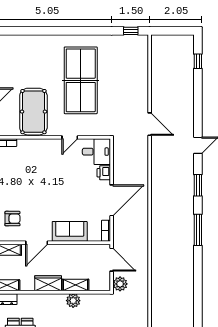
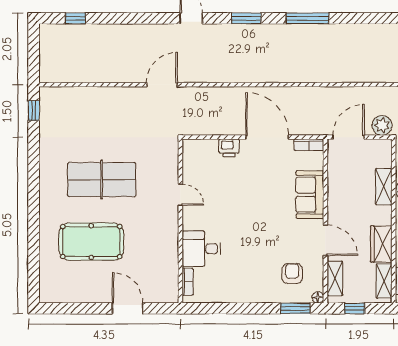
table tennis table: (81, 80) -> (102, 180), width x0.73, depth x0.76
pool table: (33, 112) -> (91, 242), moved
desk: (96, 152) -> (201, 249), moved, turned -90
wardrobe: (48, 283) -> (381, 244), moved

